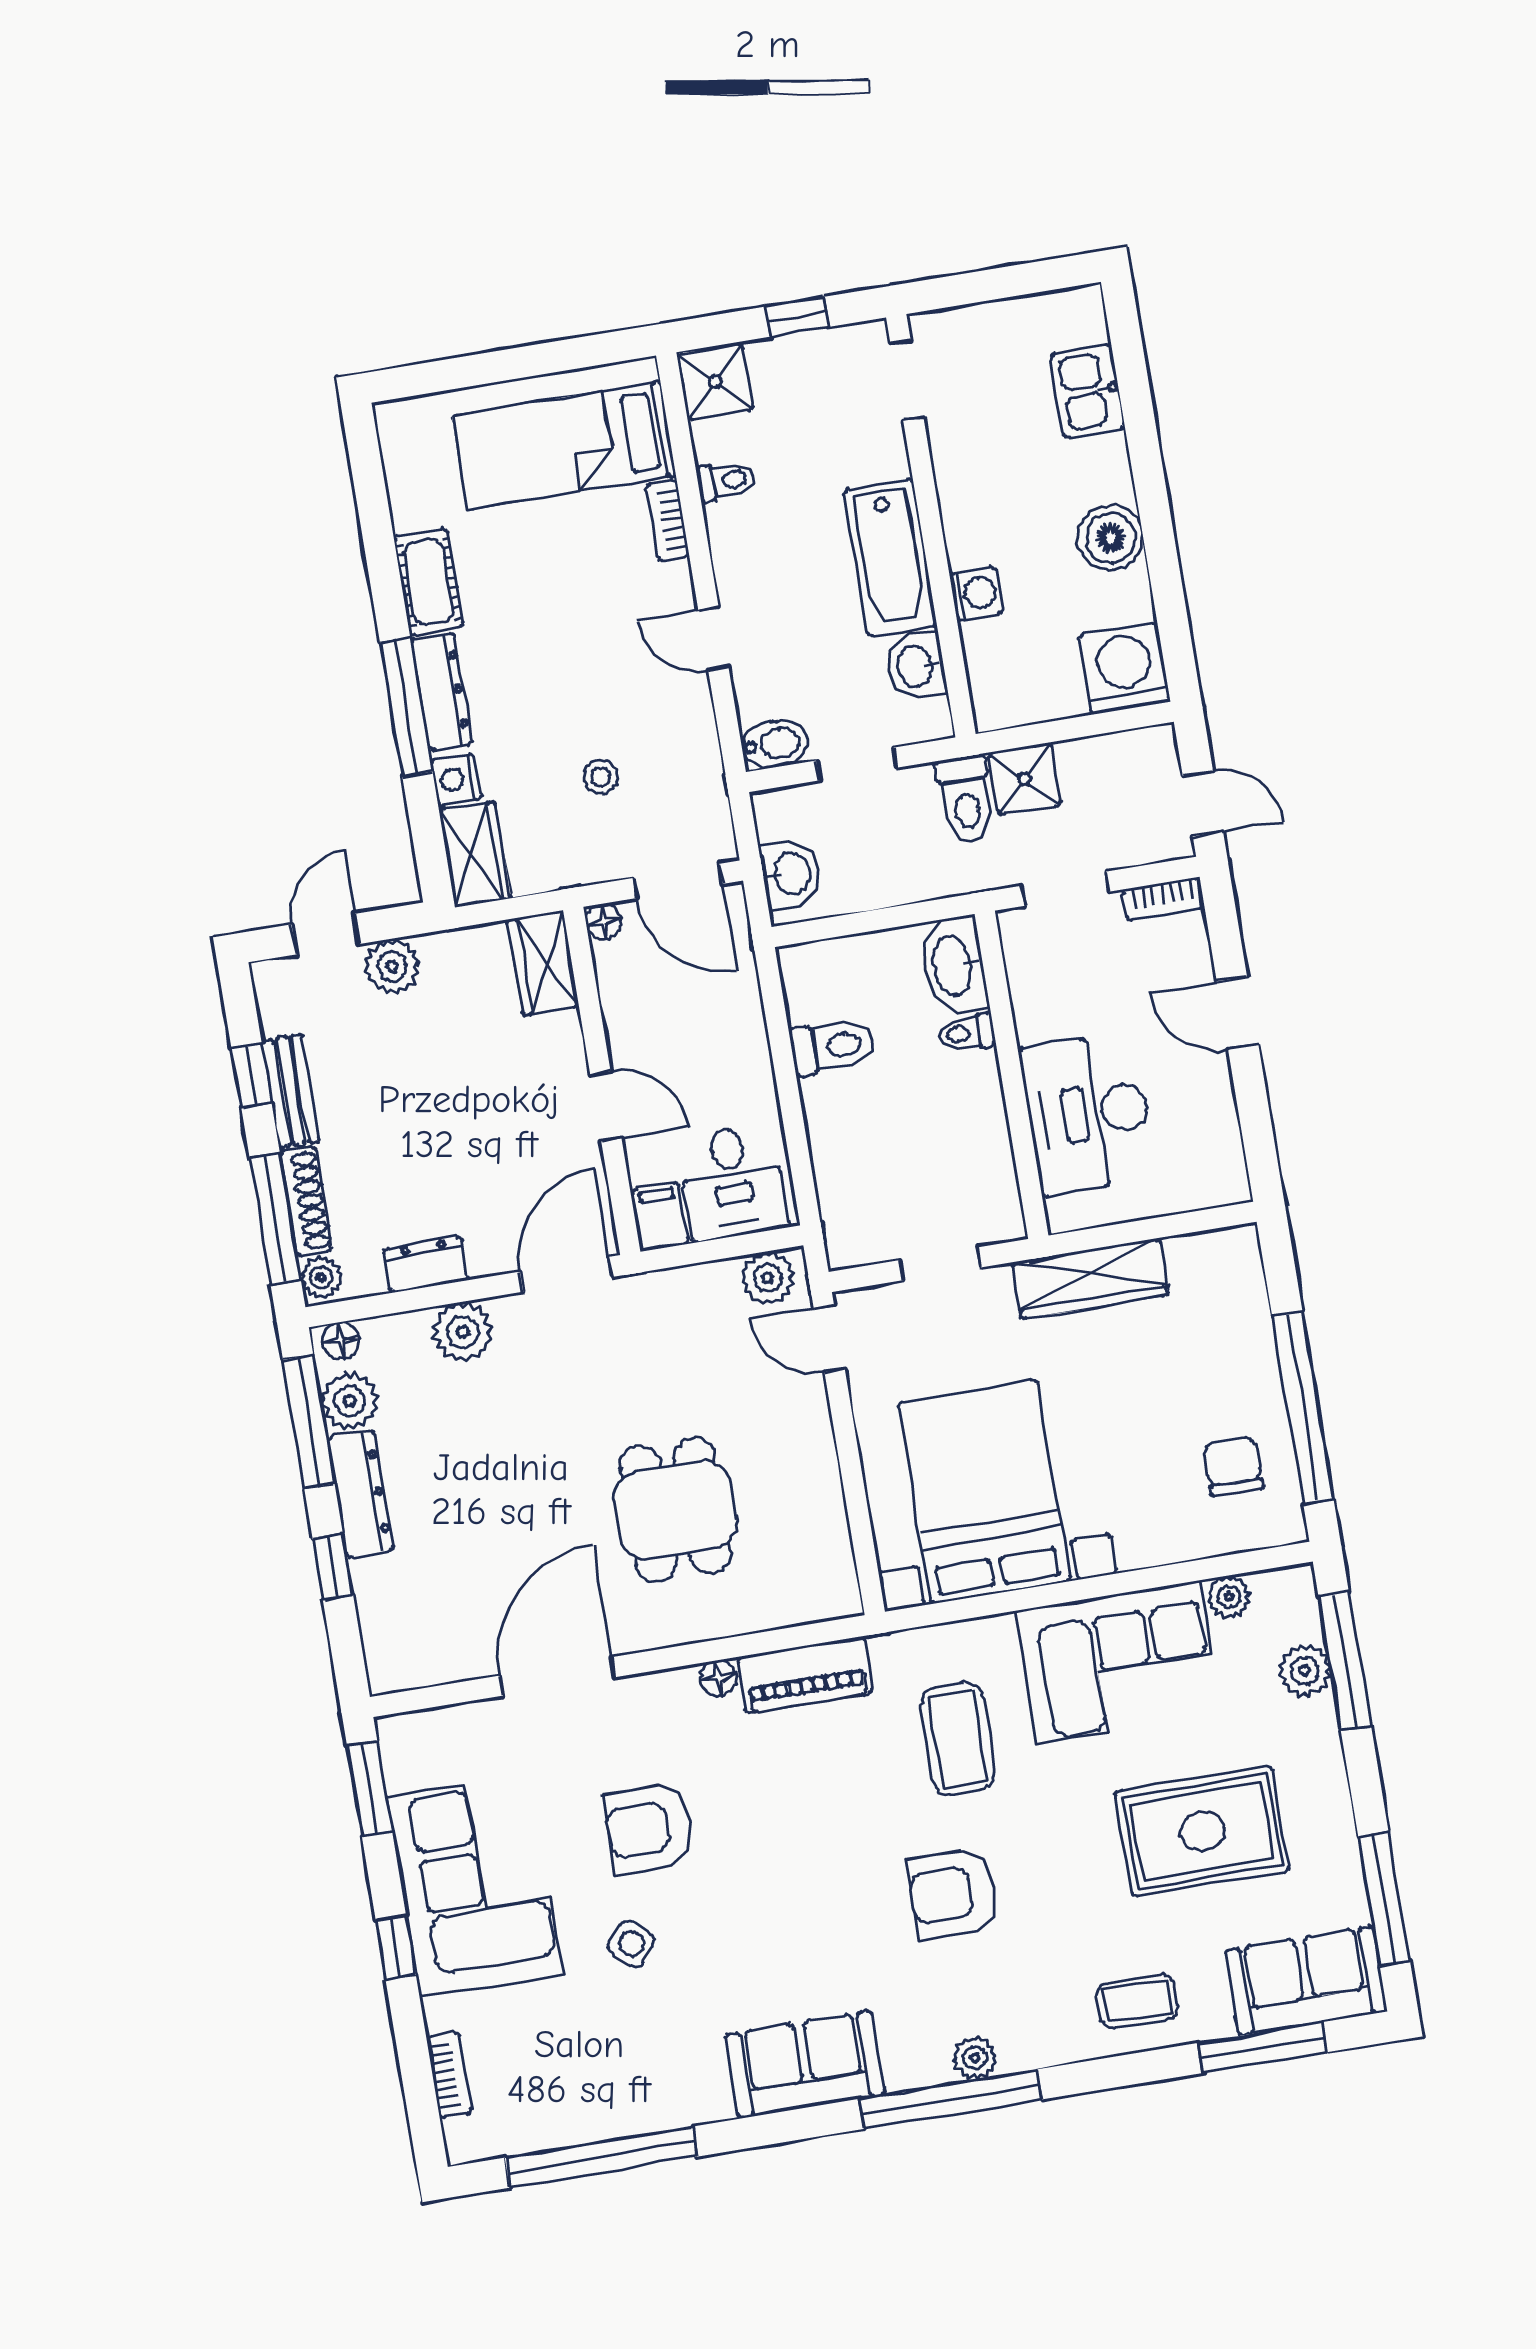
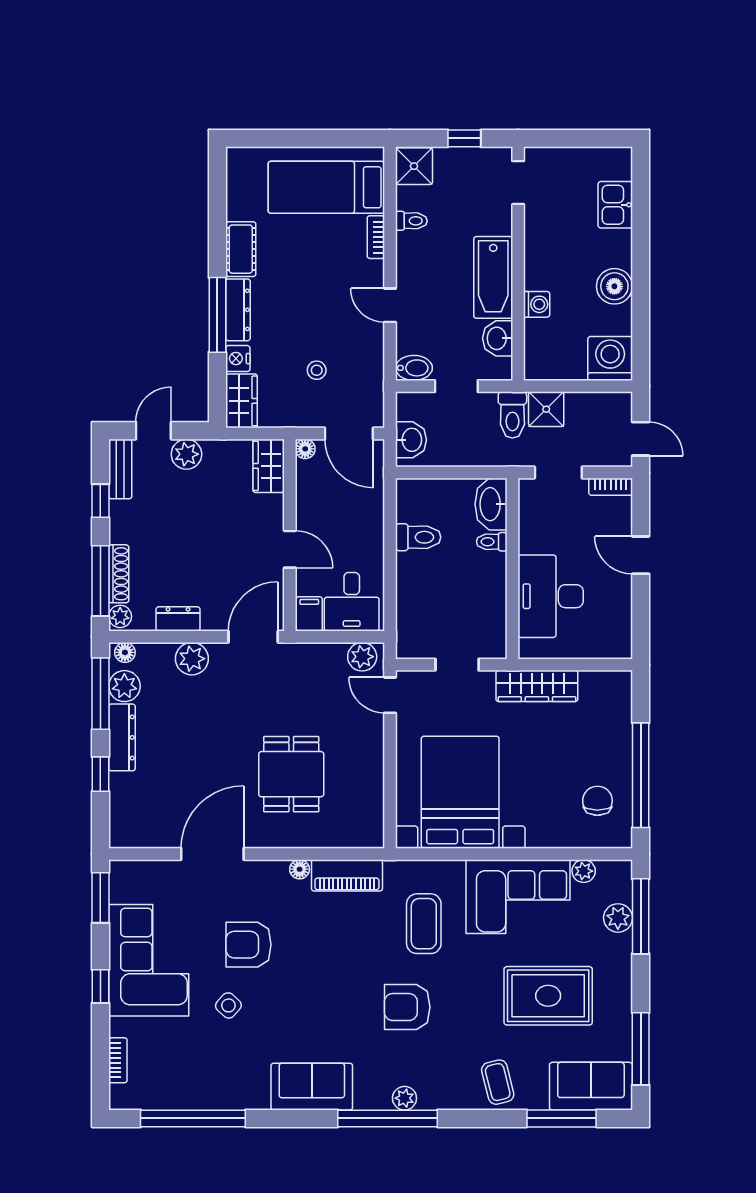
bench: (291, 1091) -> (120, 469), moved
coffee table: (1137, 2001) -> (498, 1082), turned 76

